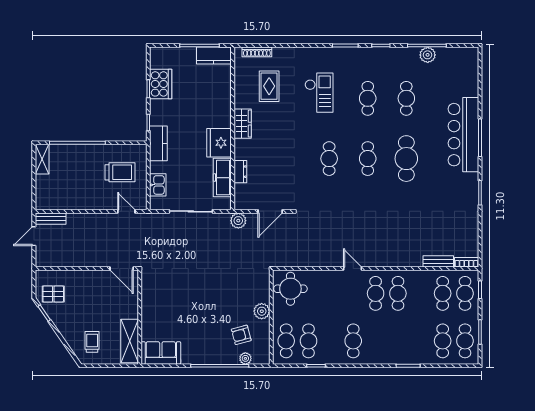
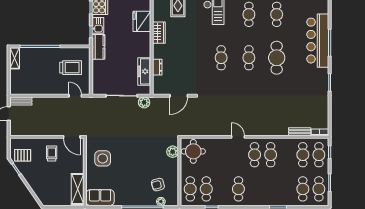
fridge: (219, 143) -> (142, 21), moved
kitchen sink: (158, 185) -> (98, 25), moved
plant: (238, 221) -> (144, 102), moved
side table: (164, 299) -> (103, 158), added
plant: (262, 311) -> (173, 152), moved
trolley: (92, 342) -> (52, 154), moved

